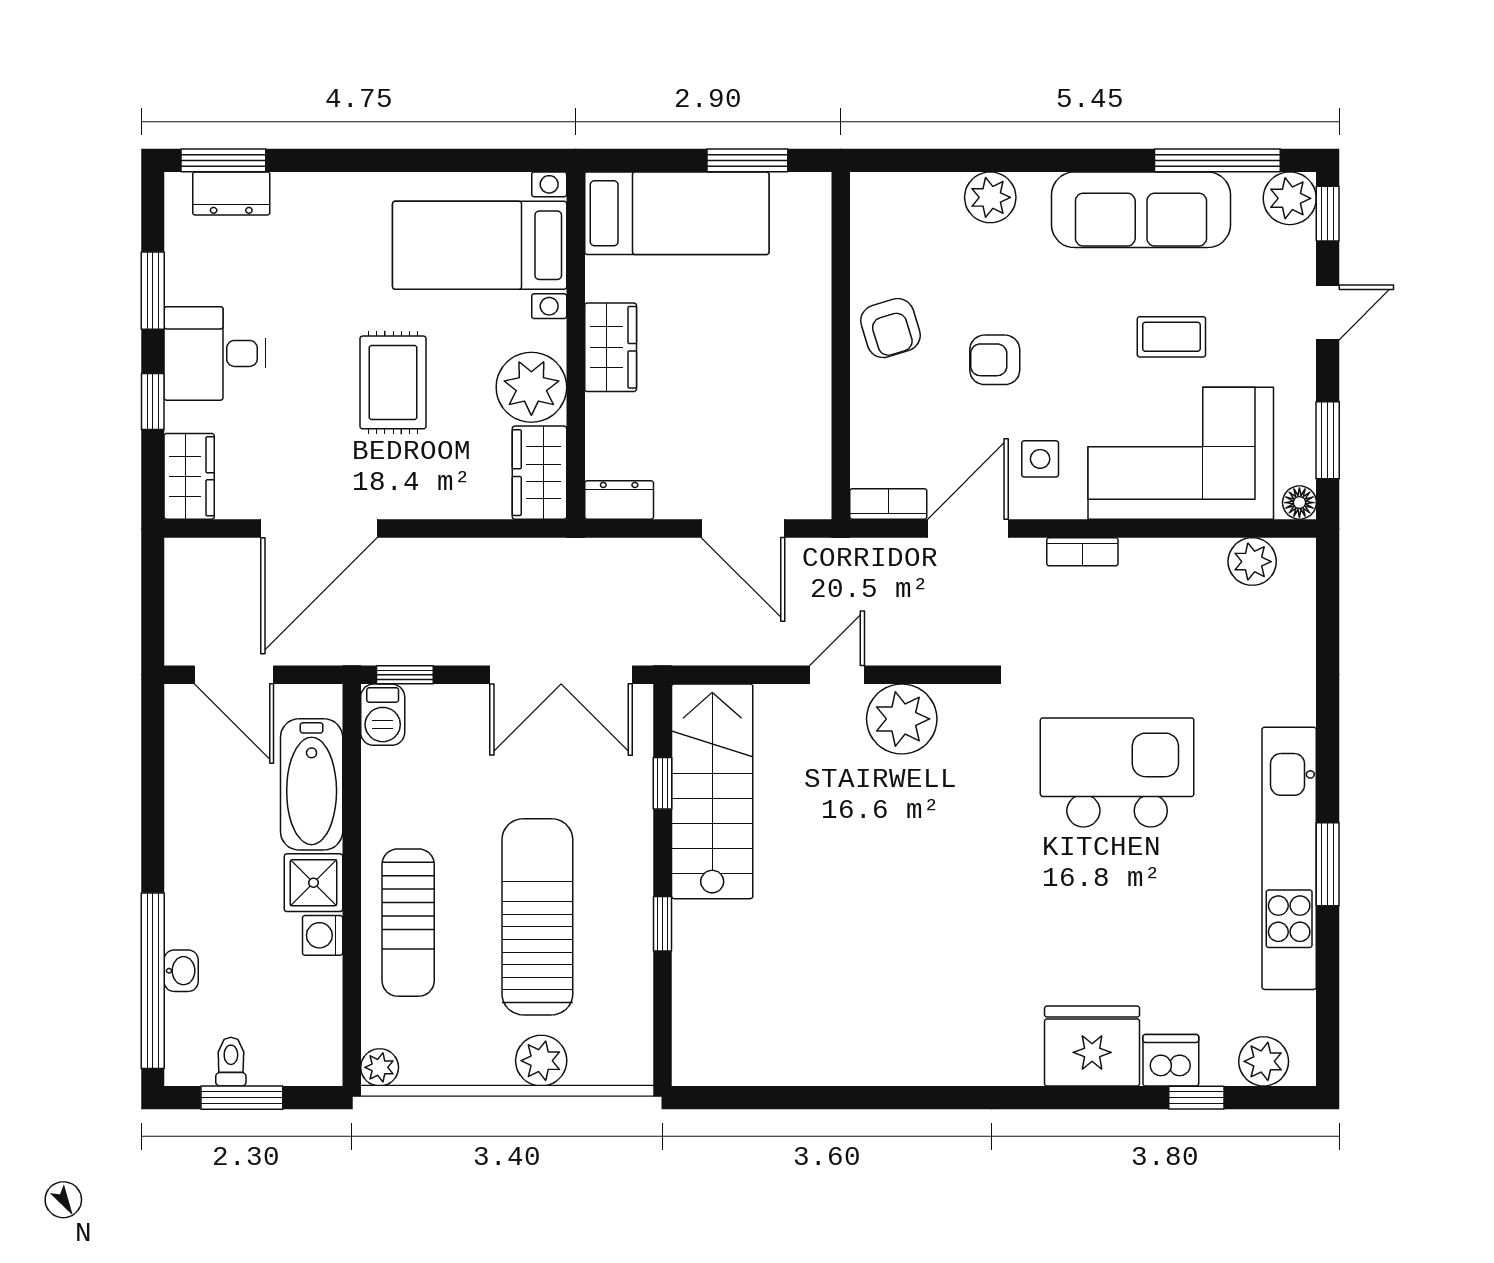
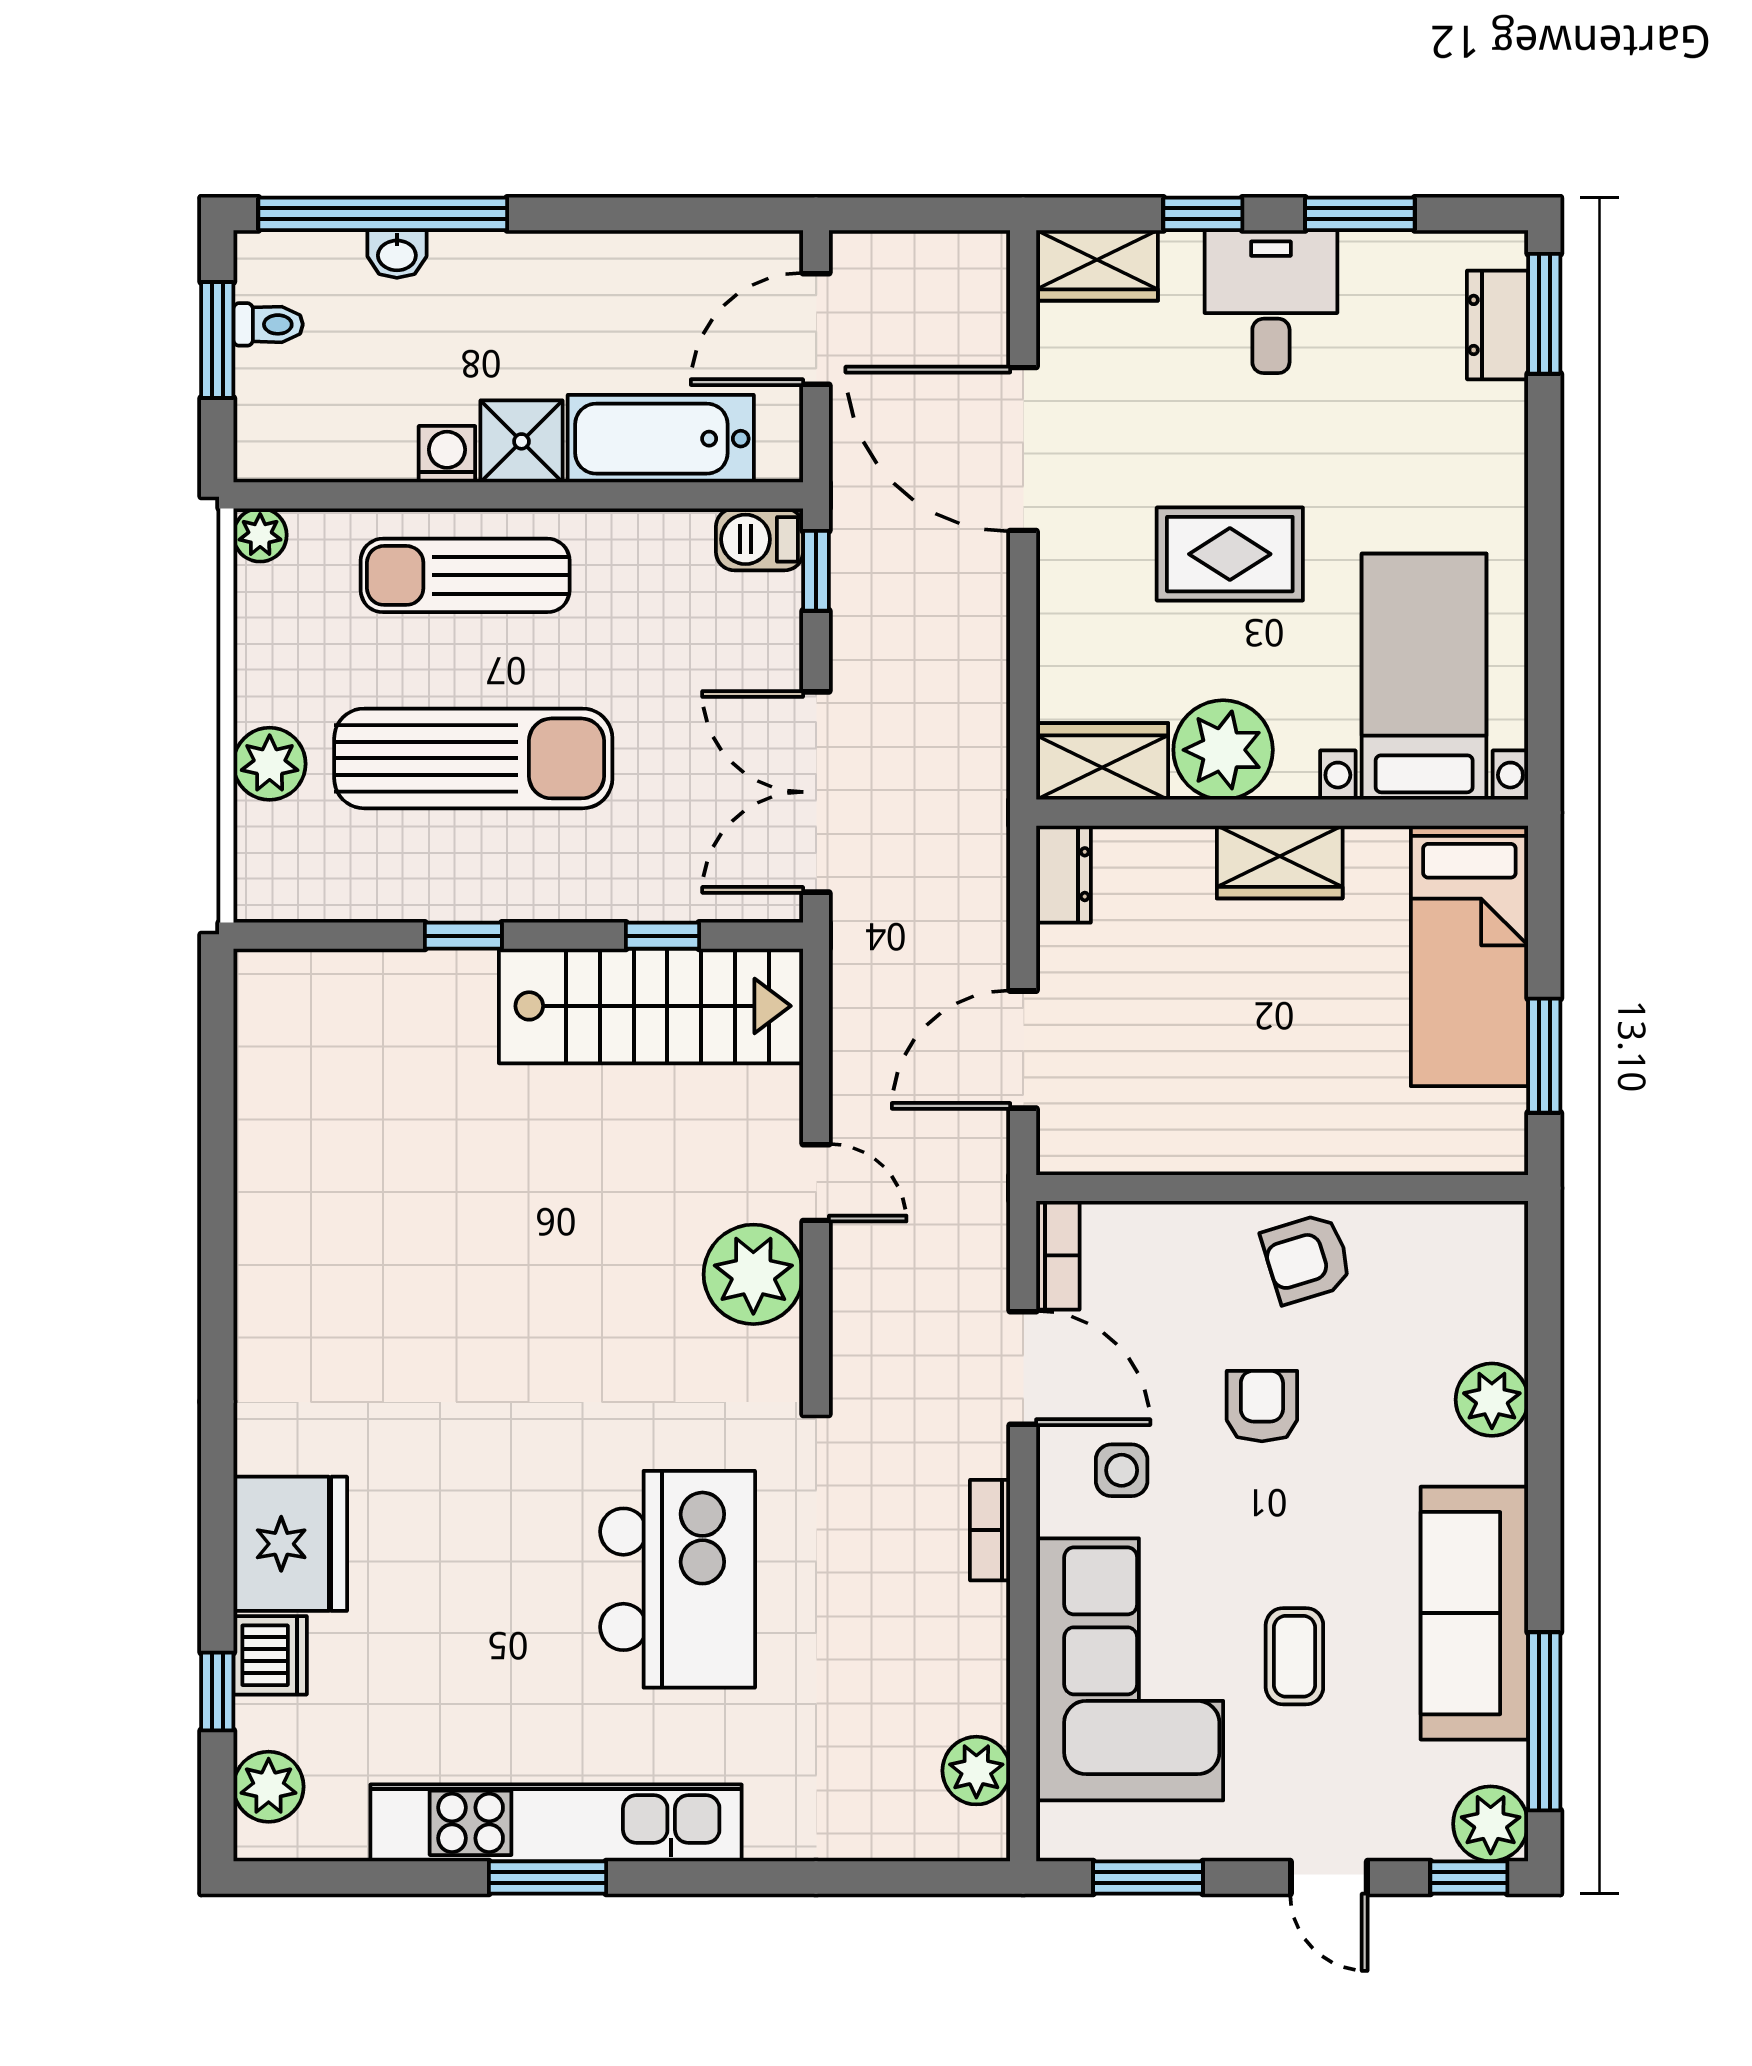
floor lamp: (1299, 503) -> (1060, 1838), removed

